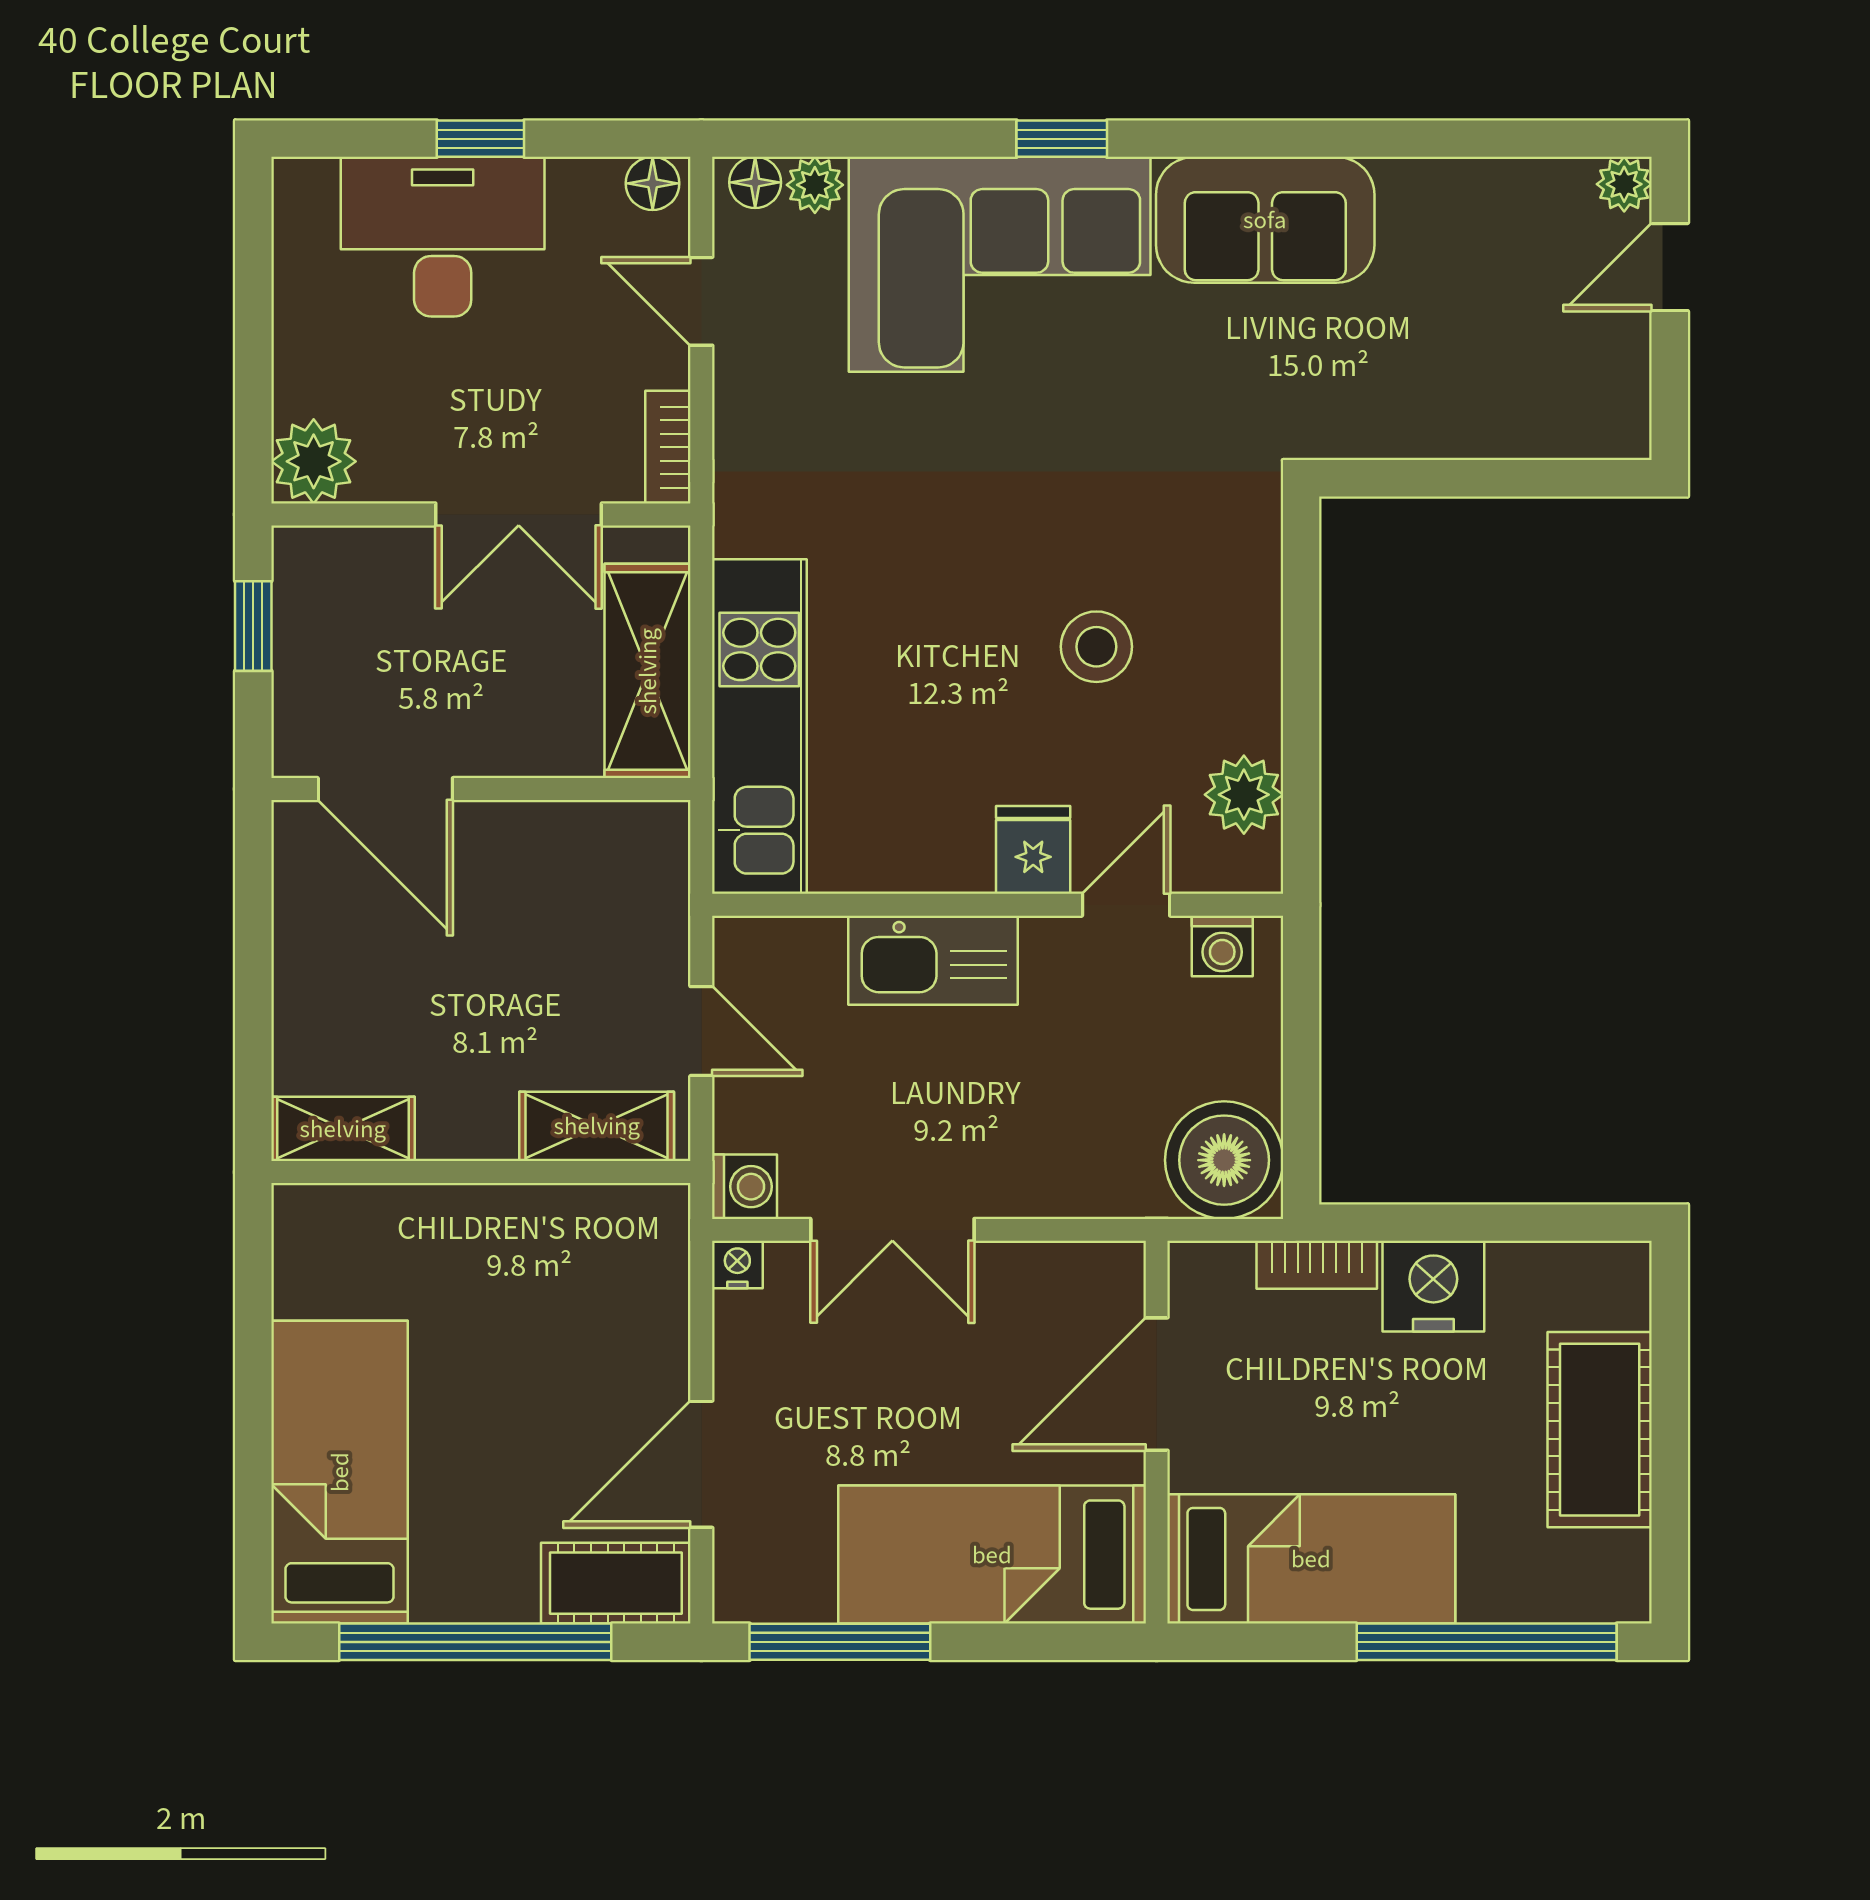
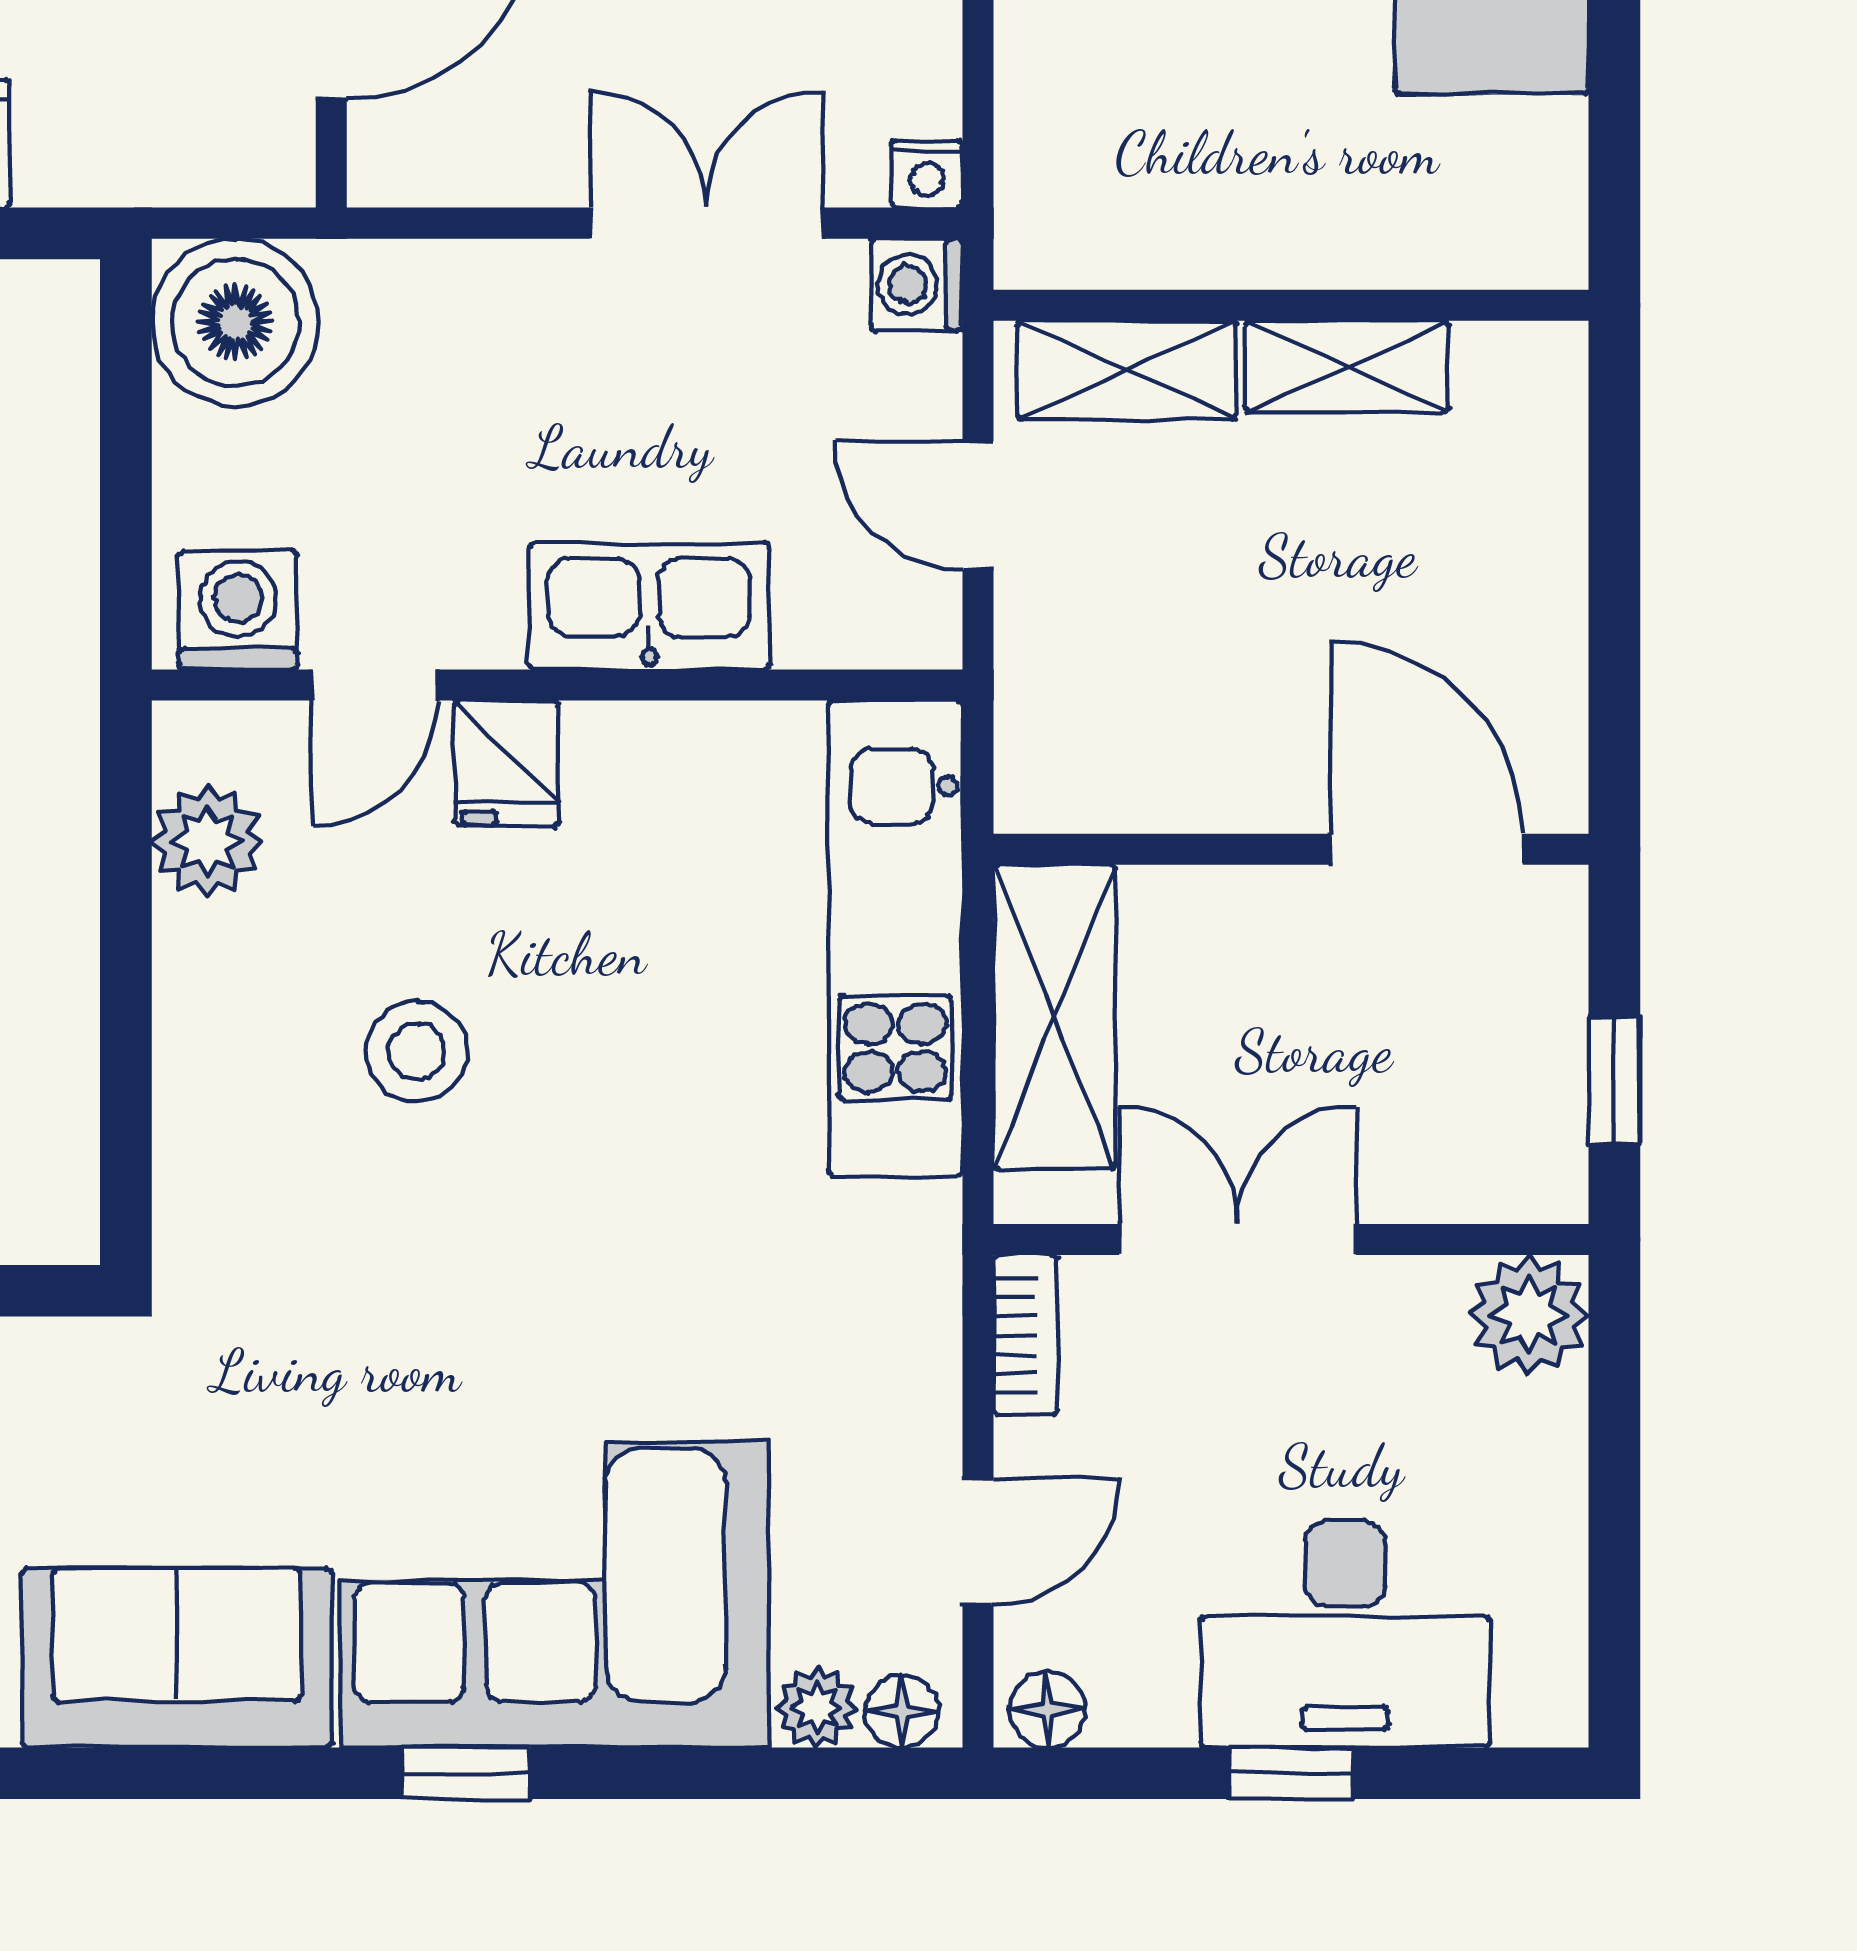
door: (701, 301) -> (978, 1542), hinge flipped
washing machine: (1222, 946) -> (238, 610), width x1.38, depth x1.38
shelving: (343, 1129) -> (1347, 366), moved
bookcase: (1317, 1265) -> (104, 174), removed

